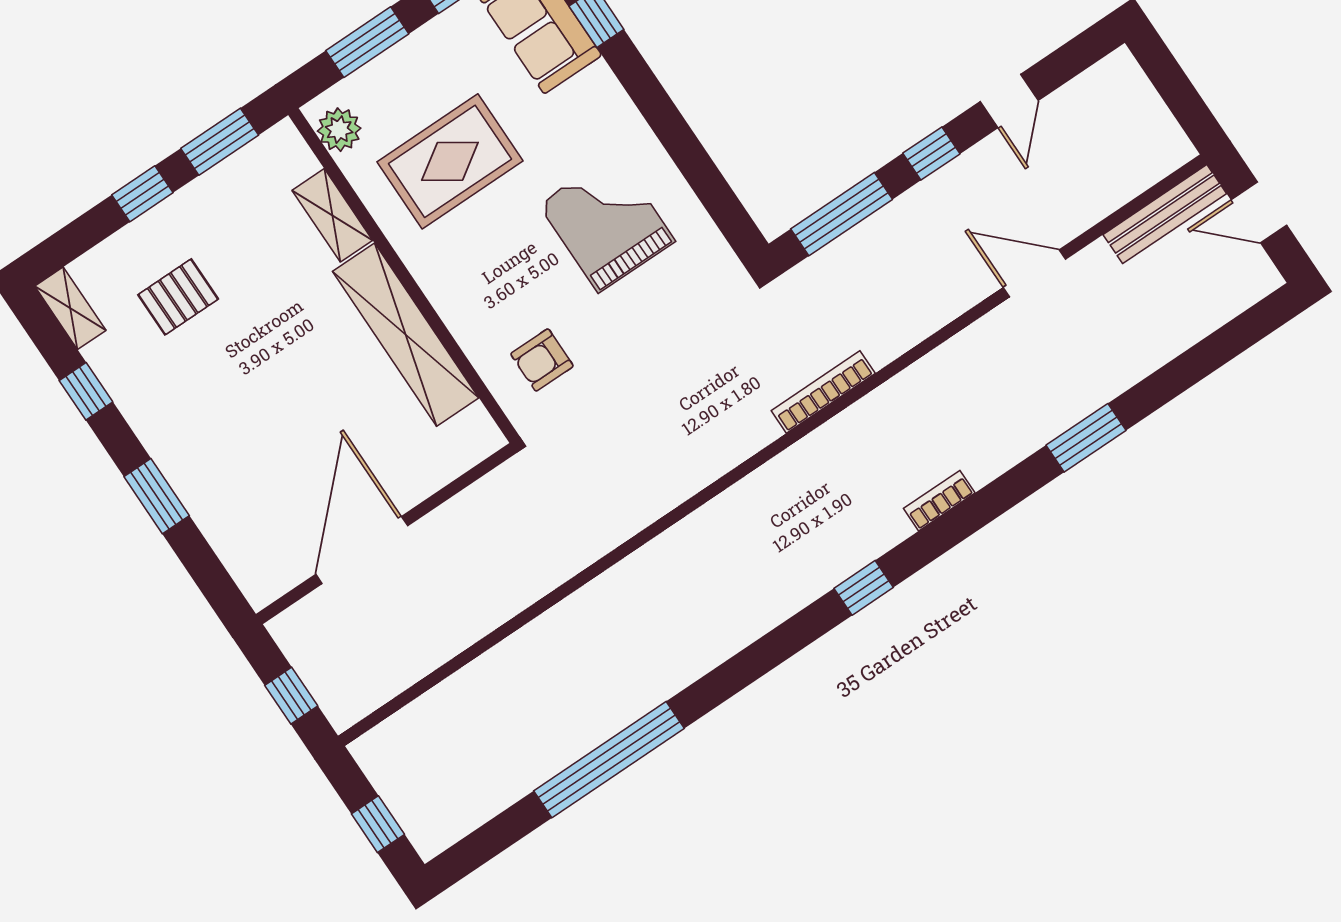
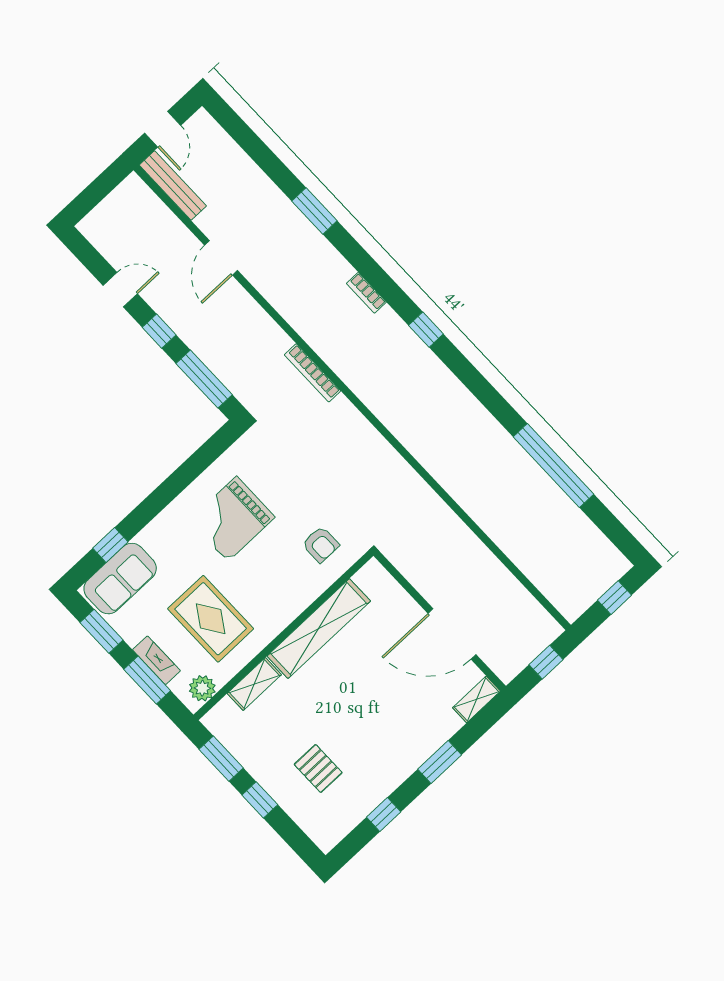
fireplace: (397, 62) -> (156, 660), added
shelving: (70, 308) -> (476, 699), moved

